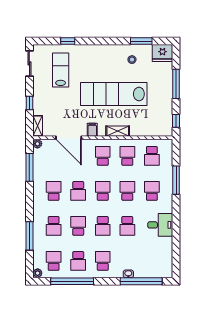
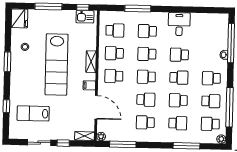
window: (141, 41) -> (7, 62), moved
sliding door: (29, 63) -> (39, 142), moved
kitchen sink: (166, 123) -> (85, 17), added
door: (69, 138) -> (96, 107), hinge flipped
school desk: (127, 226) -> (179, 55), turned 180

